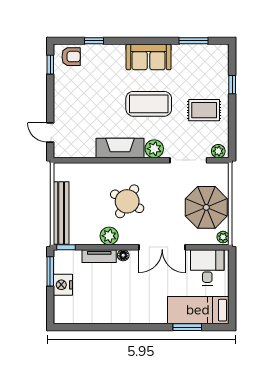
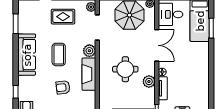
sofa: (149, 57) -> (27, 55), width x1.36
coffee table: (149, 104) -> (59, 54), width x0.73, depth x0.76
armchair: (100, 110) -> (63, 87), added
rug: (204, 110) -> (63, 17), turned 90
round table: (127, 201) -> (125, 69), turned -30

